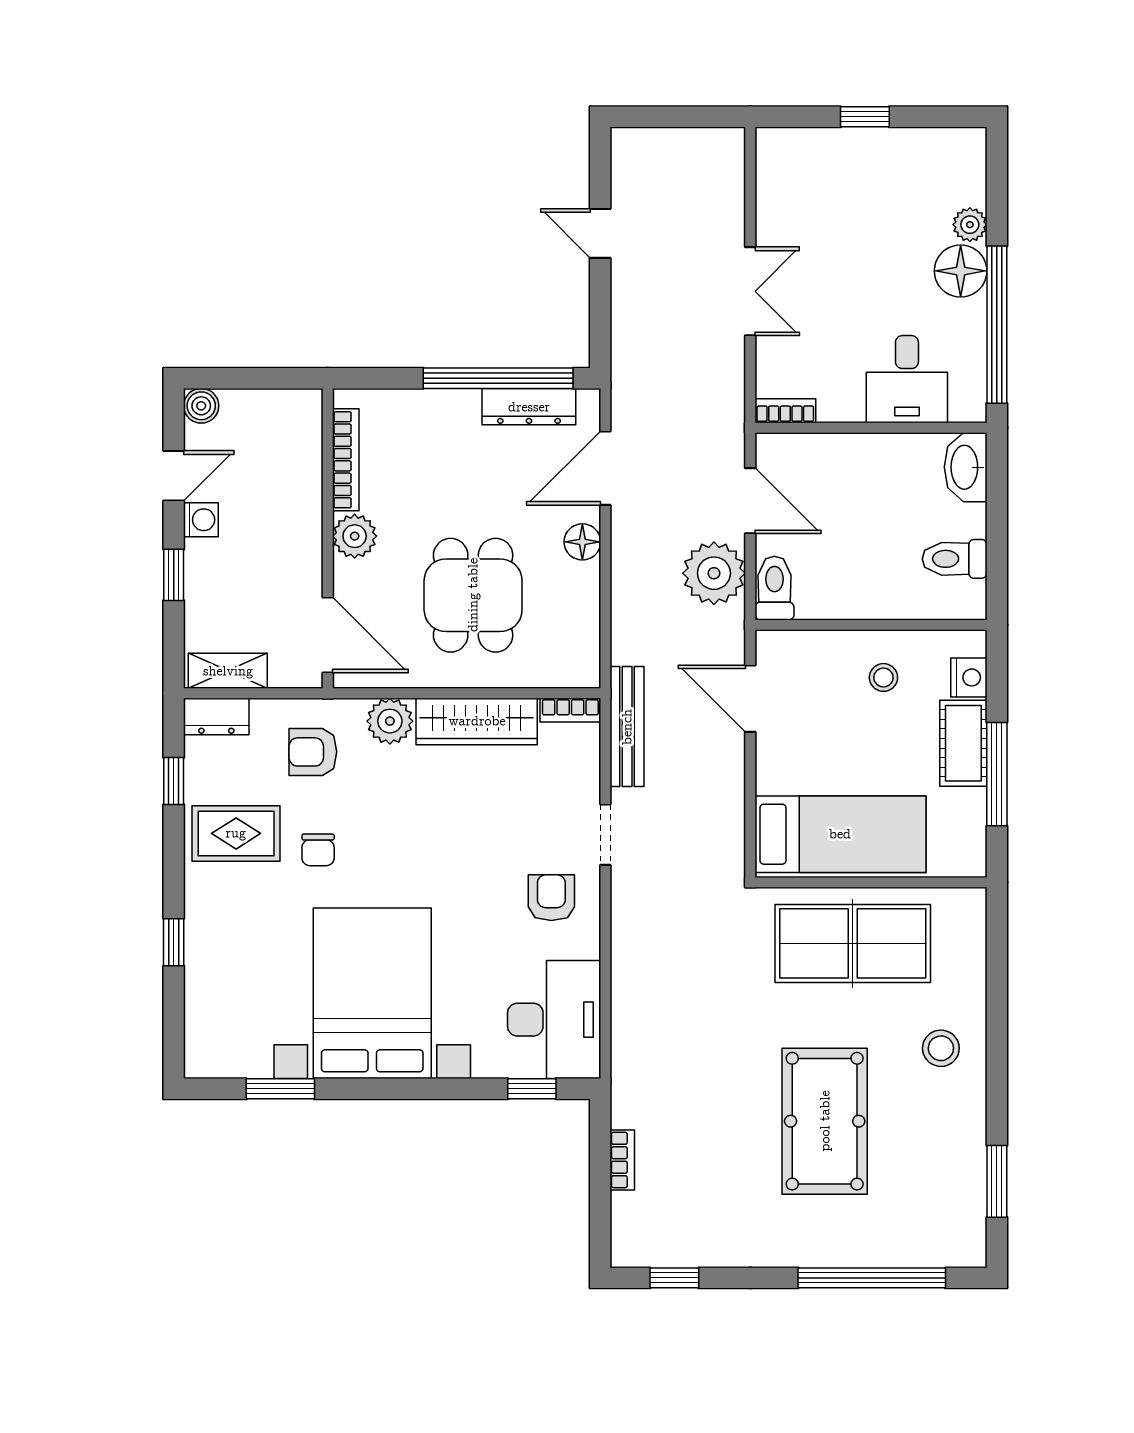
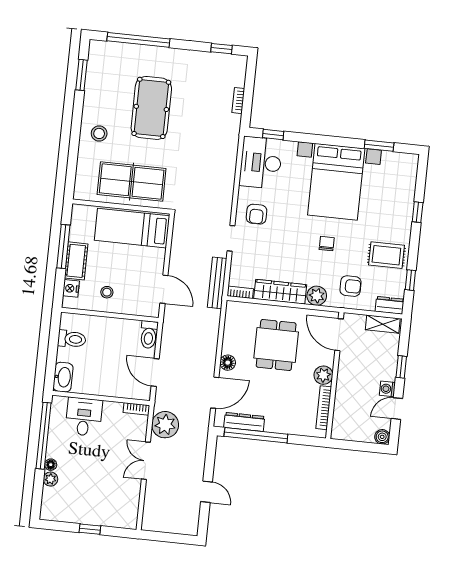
floor lamp: (961, 271) -> (51, 465), width x0.53, depth x0.53
plant: (714, 573) -> (165, 425), moved
chair: (318, 850) -> (327, 244), moved

